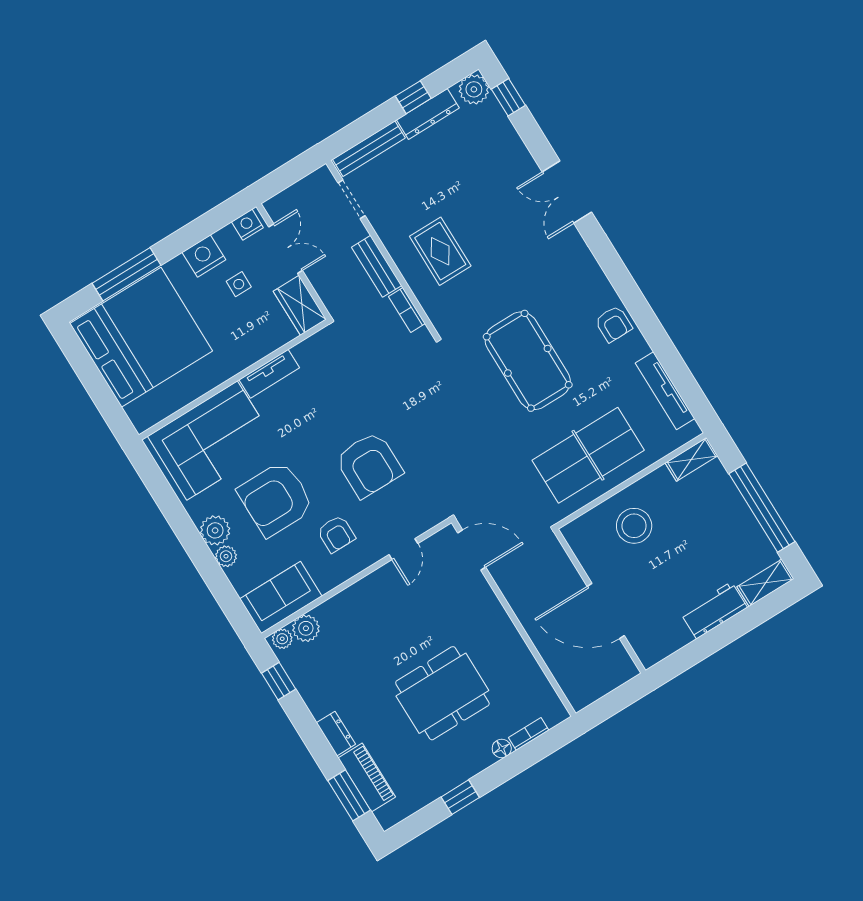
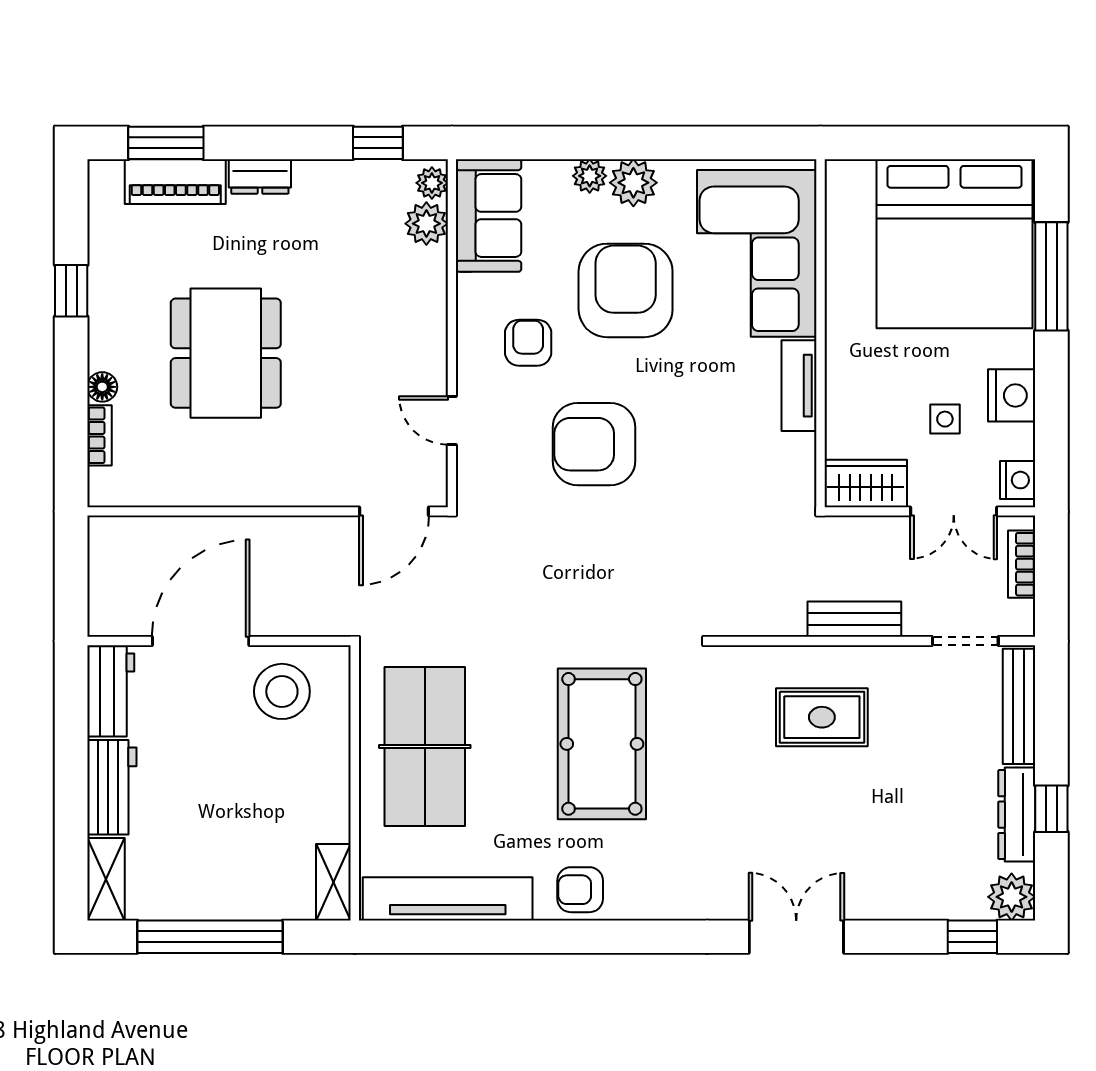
bookcase: (407, 310) -> (1022, 564), moved, turned -90
pool table: (528, 361) -> (602, 744), turned 90
tv unit: (665, 391) -> (448, 899), width x1.36, depth x1.29
stool: (634, 526) -> (282, 691), moved
armchair: (336, 534) -> (528, 343), turned 90
workbench: (663, 643) -> (111, 691), added

